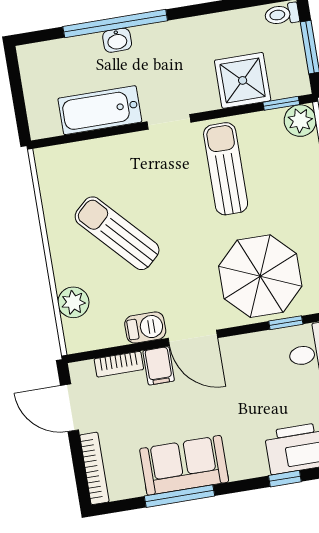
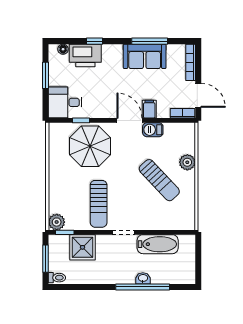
plant: (73, 302) -> (187, 162), moved
bookcase: (119, 364) -> (183, 113), moved

